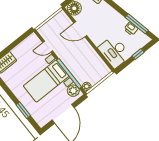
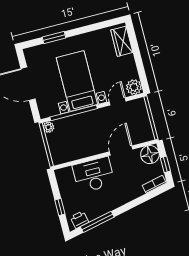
printer: (131, 29) -> (79, 220), moved
desk: (114, 52) -> (94, 175), moved
plant: (73, 91) -> (134, 87), moved

